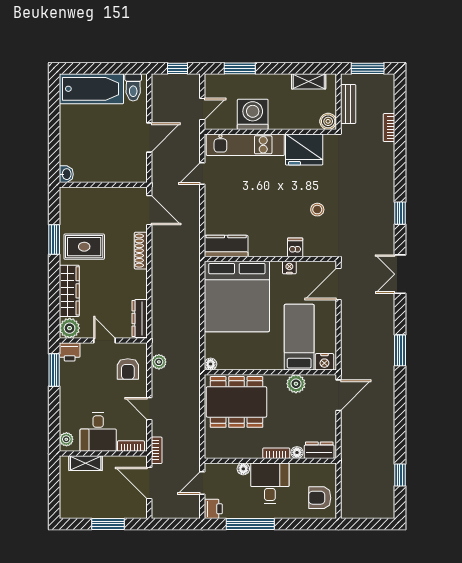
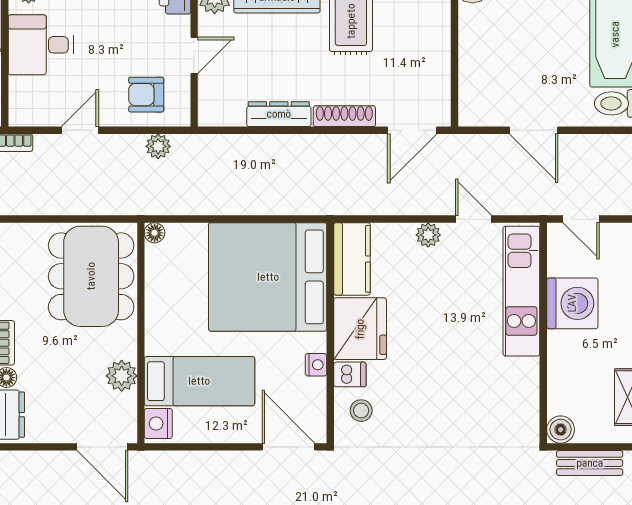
fridge: (304, 150) -> (360, 329), moved, turned 180
plant: (212, 200) -> (428, 235), added
stool: (317, 210) -> (361, 411), moved
dresser: (140, 318) -> (279, 114), moved
bookcase: (131, 446) -> (17, 100), removed

